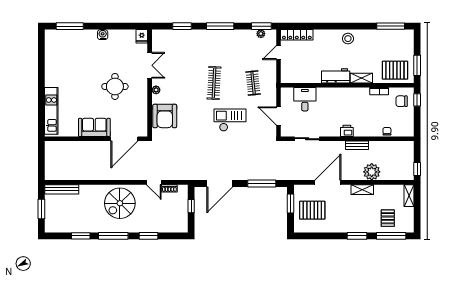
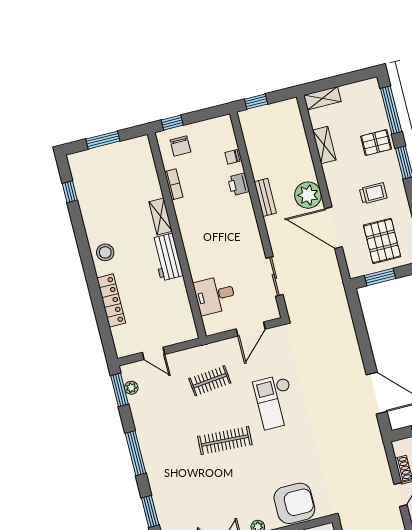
window: (391, 26) -> (70, 192), width x0.46
locker: (297, 35) -> (111, 300), moved
window: (417, 65) -> (103, 140), moved
pallet: (395, 70) -> (135, 168), removed
printer: (347, 131) -> (238, 184), moved
window: (417, 169) -> (256, 102), moved
plant: (372, 172) -> (308, 195), moved
window: (262, 184) -> (361, 329), removed
shelving: (362, 190) -> (324, 145), moved
trolley: (343, 212) -> (373, 193), added
pallet: (388, 218) -> (376, 143), moved

